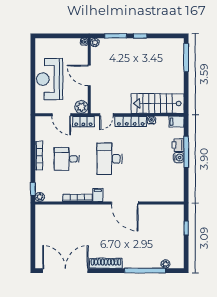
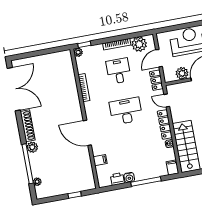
plant: (81, 107) -> (182, 73), moved
plant: (43, 132) -> (139, 44), added
printer: (178, 145) -> (117, 179), moved
water cooler: (179, 158) -> (129, 177), moved
filing cabinet: (98, 195) -> (100, 160), moved
door: (125, 203) -> (87, 133), hinge flipped
plant: (129, 262) -> (32, 147), added

